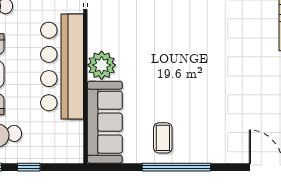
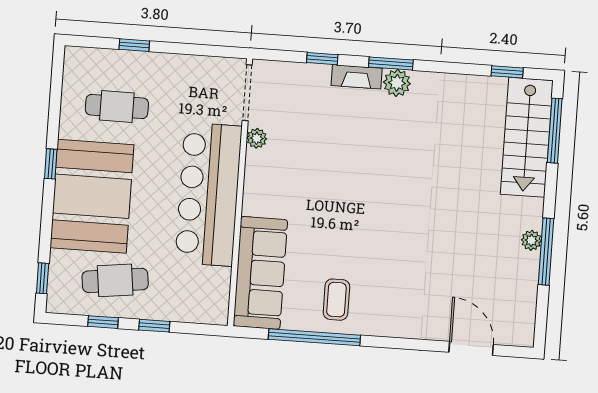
plant: (102, 65) -> (257, 138), moved, width x0.53, depth x0.53
window: (176, 167) -> (314, 337), moved

